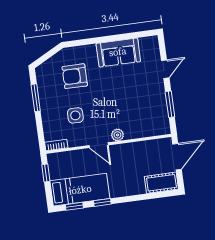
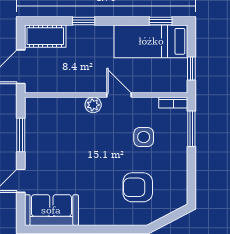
sofa: (118, 52) -> (51, 210), moved
armchair: (75, 76) -> (138, 187), turned 180
window: (36, 98) -> (191, 129), moved
window: (102, 202) -> (84, 21), moved

